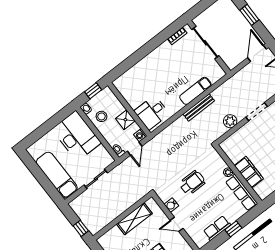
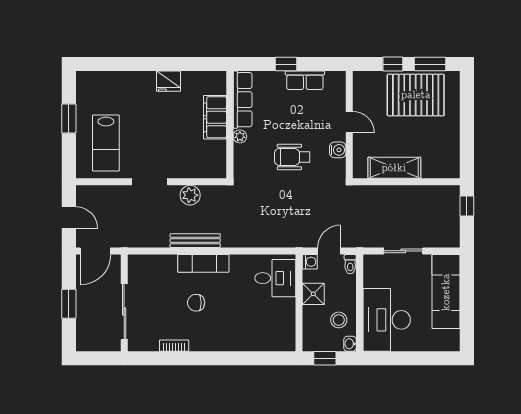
sliding door: (205, 43) -> (124, 312), moved
wall: (209, 47) -> (124, 303), moved
chair: (183, 67) -> (196, 303), added
bench: (199, 107) -> (195, 241), moved

